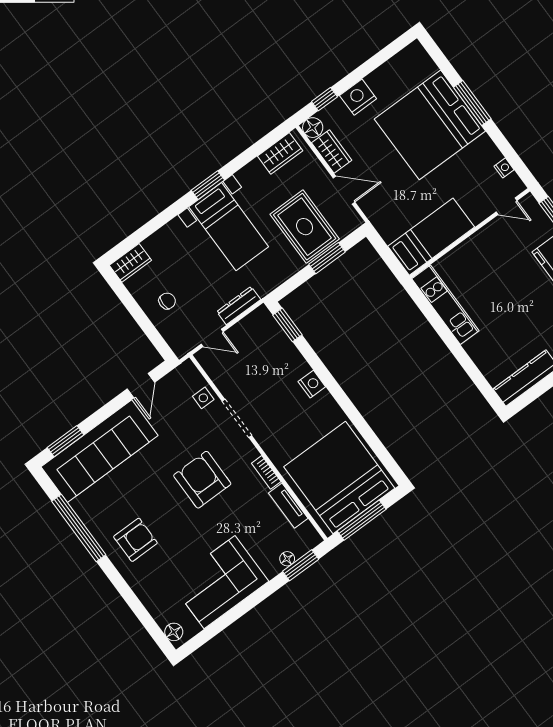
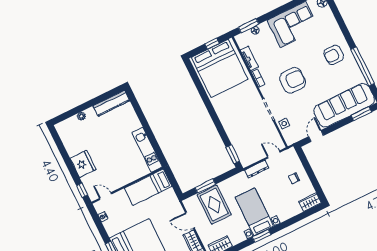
nightstand: (312, 384) -> (225, 120), removed
armchair: (202, 480) -> (293, 80), turned -90
window: (362, 520) -> (212, 44), width x0.46

